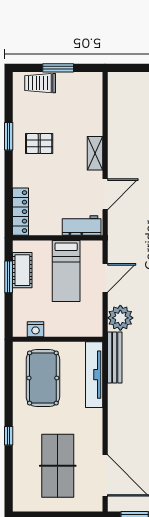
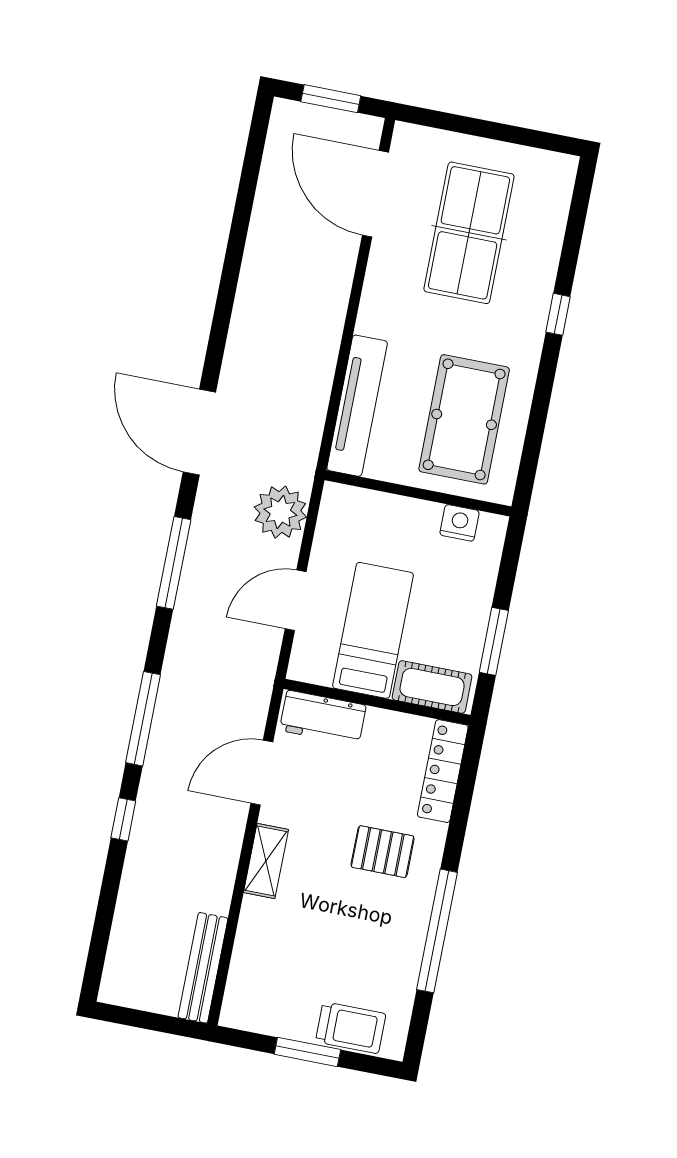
window: (9, 136) -> (437, 931), width x2.11
pallet: (39, 144) -> (383, 852), moved
cot: (22, 270) -> (432, 687), moved, turned 90
bench: (115, 358) -> (203, 968), moved

